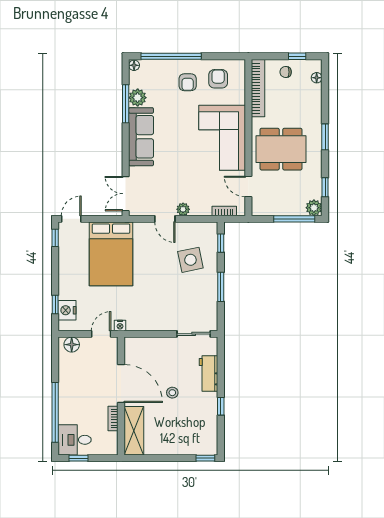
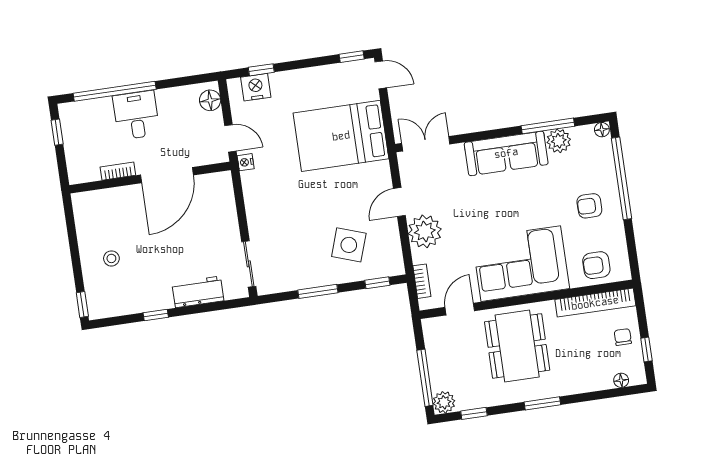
armchair: (218, 79) -> (596, 265), moved, turned 180
plant: (183, 209) -> (425, 231), width x1.87, depth x1.87
side table: (190, 260) -> (349, 245), turned 31
stool: (172, 393) -> (111, 258), moved
shelving: (134, 431) -> (105, 202), removed
desk: (75, 440) -> (136, 115), moved

